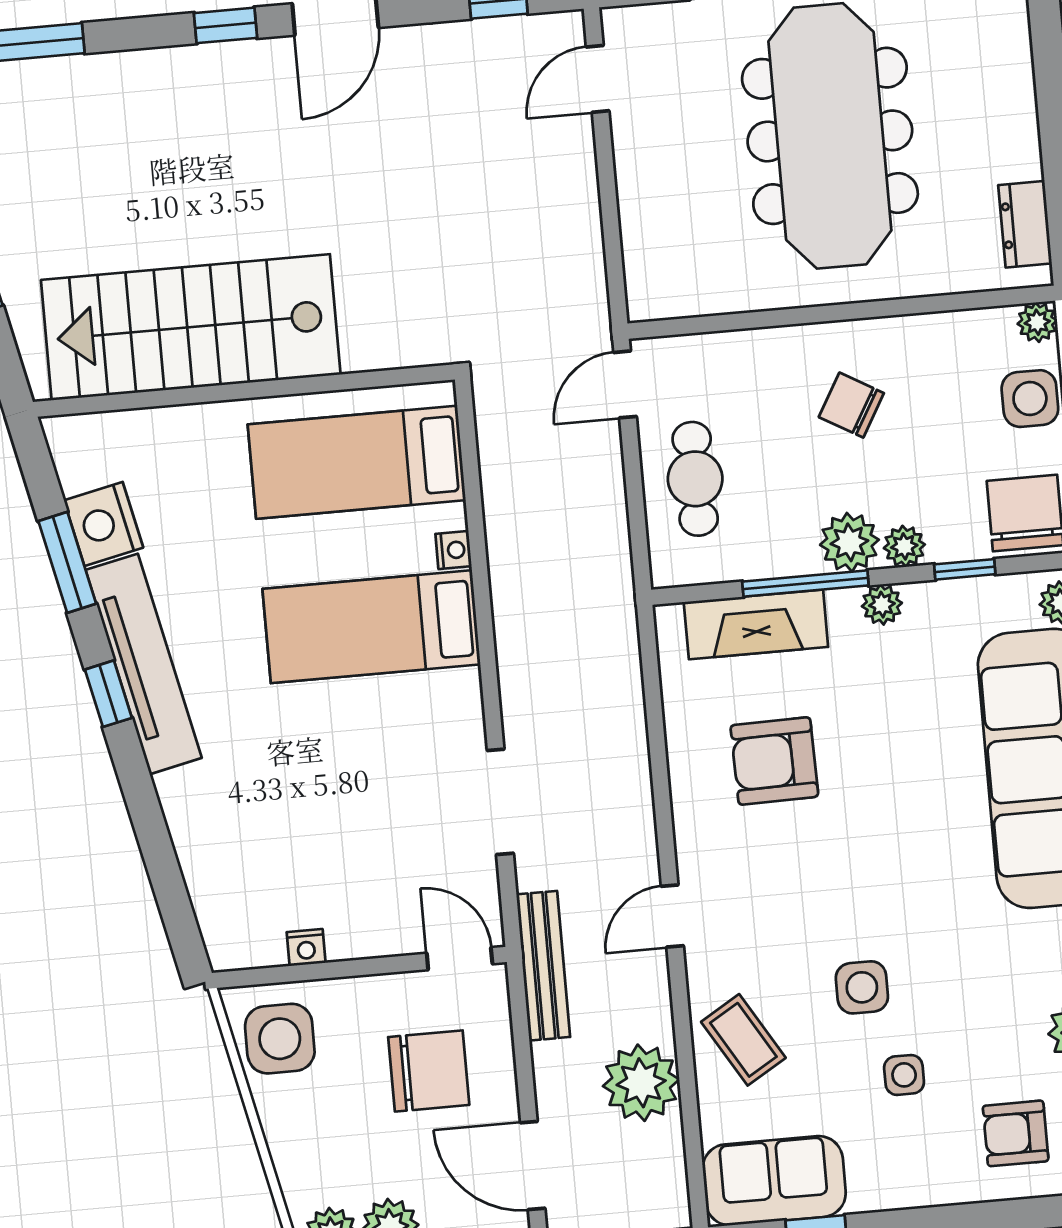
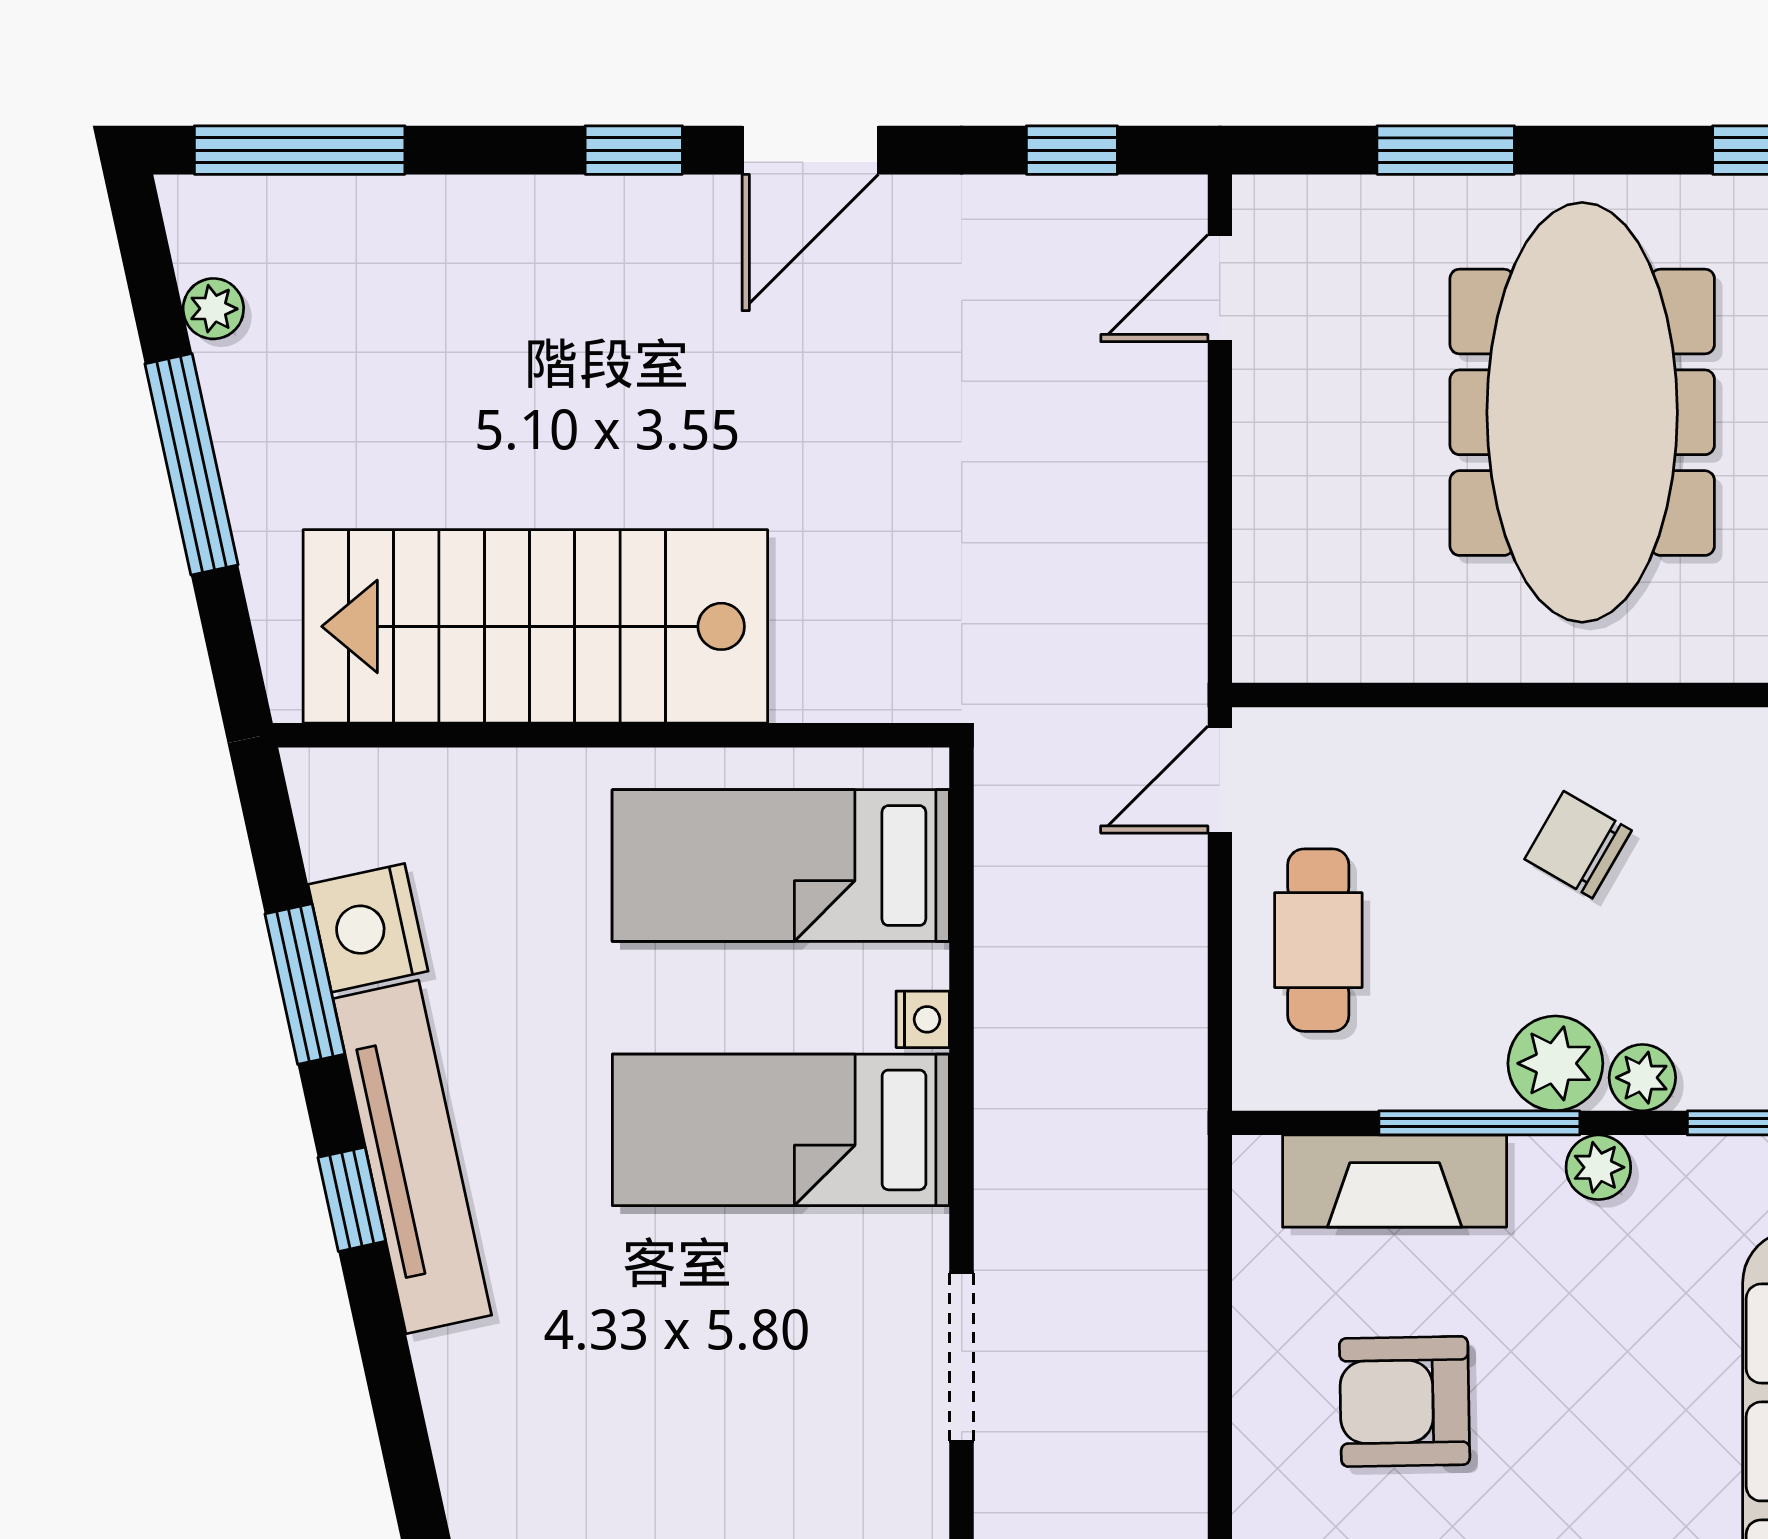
doorway: (500, 802) -> (962, 1357), moved

